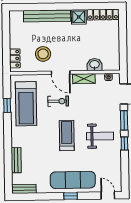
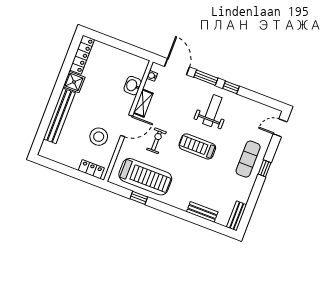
exercise mat: (73, 180) -> (248, 159), width x0.73, depth x0.69

